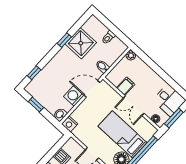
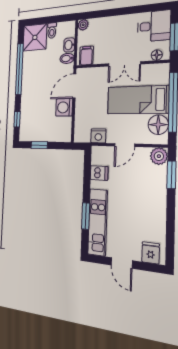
window: (64, 40) -> (19, 69), width x3.17
shower: (81, 43) -> (35, 37), moved
filing cabinet: (126, 86) -> (86, 56), moved
washbasin: (60, 115) -> (69, 45), moved
nightstand: (70, 124) -> (98, 136), moved

